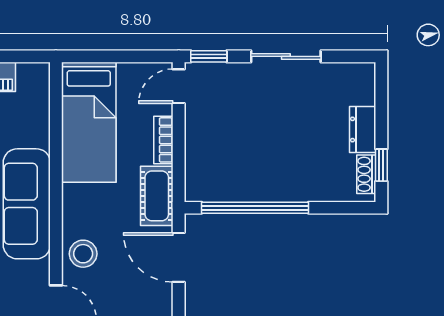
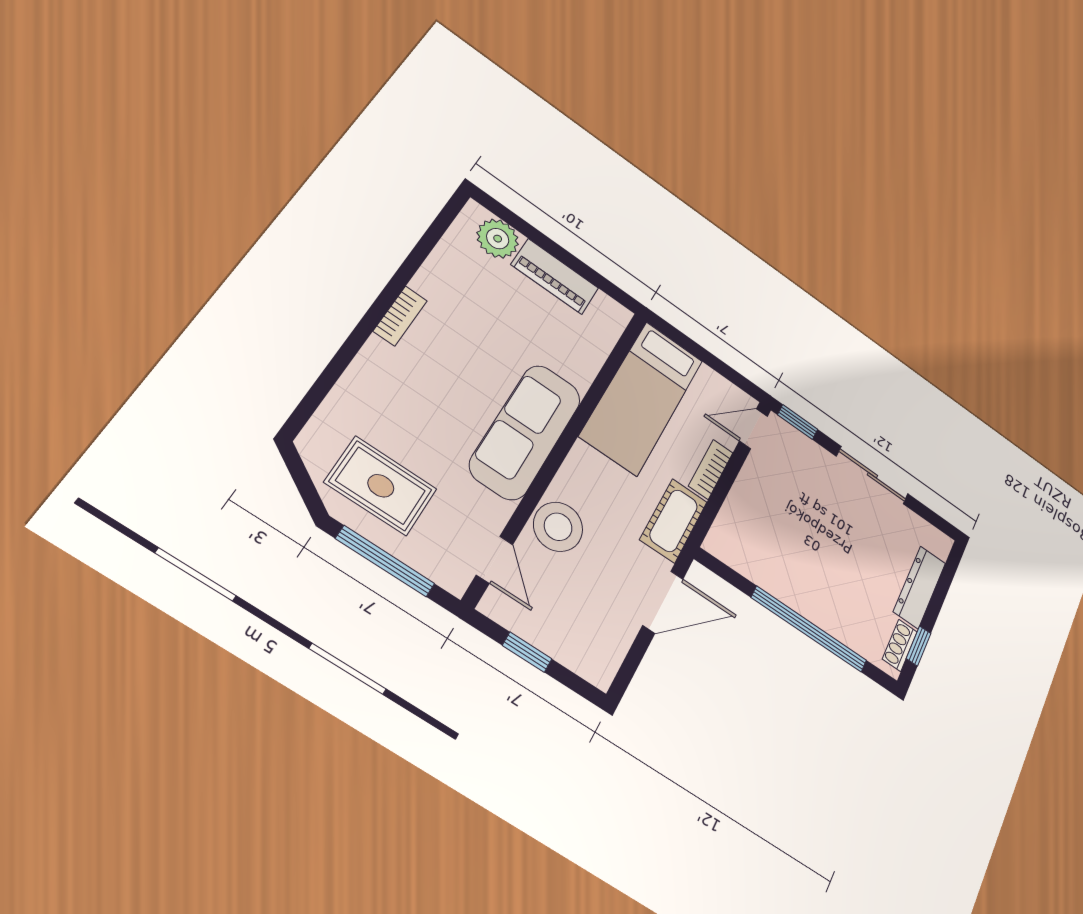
dresser: (363, 129) -> (919, 587), width x1.44
window: (255, 208) -> (809, 629), moved
stool: (83, 254) -> (558, 527), width x1.38, depth x1.38
door: (179, 257) -> (663, 602), swing flipped

